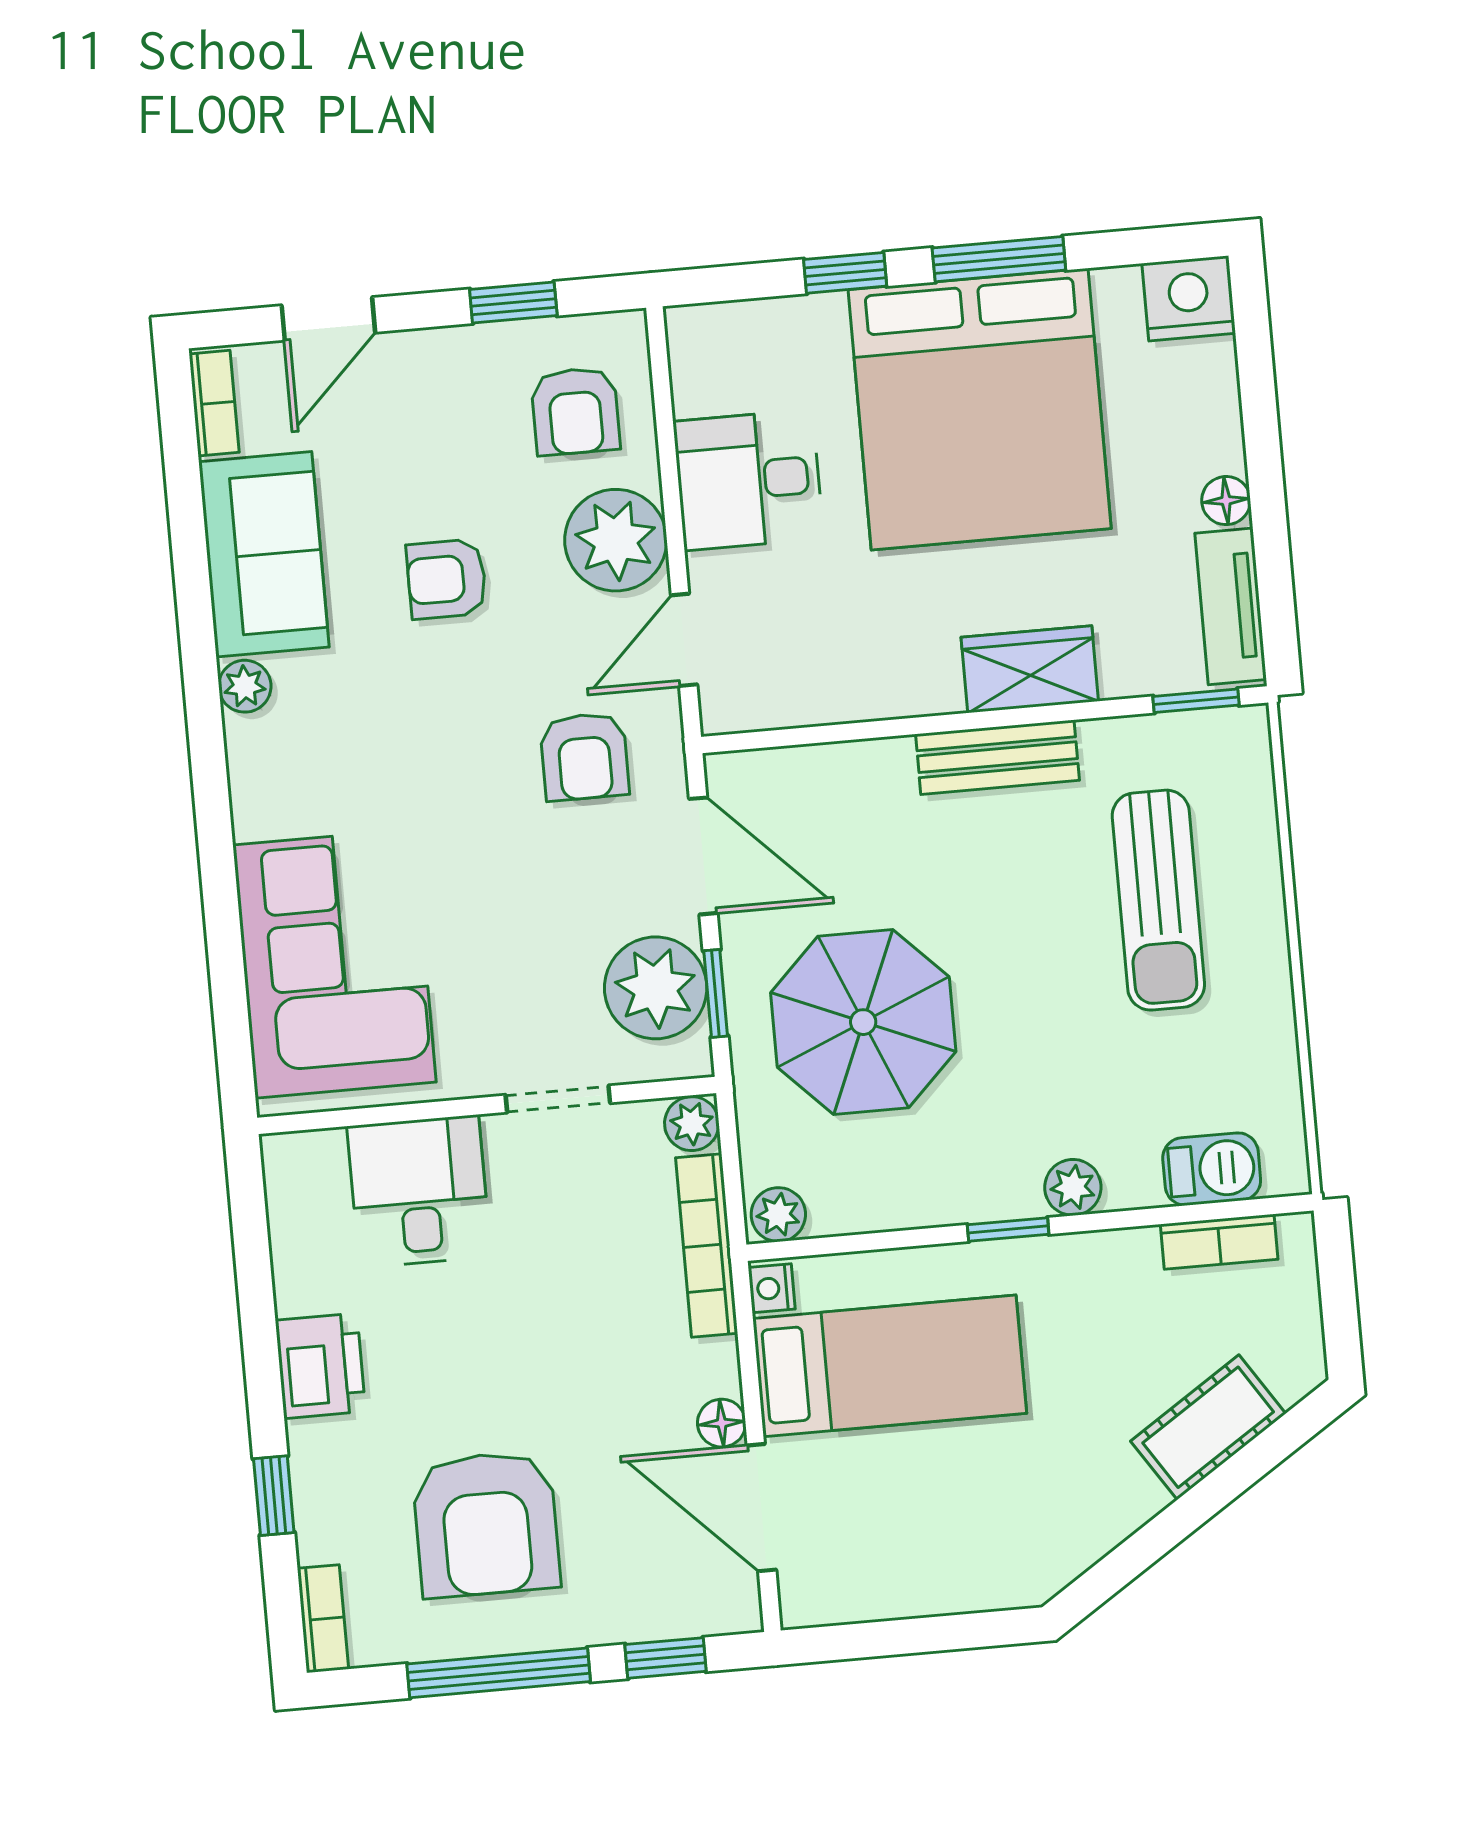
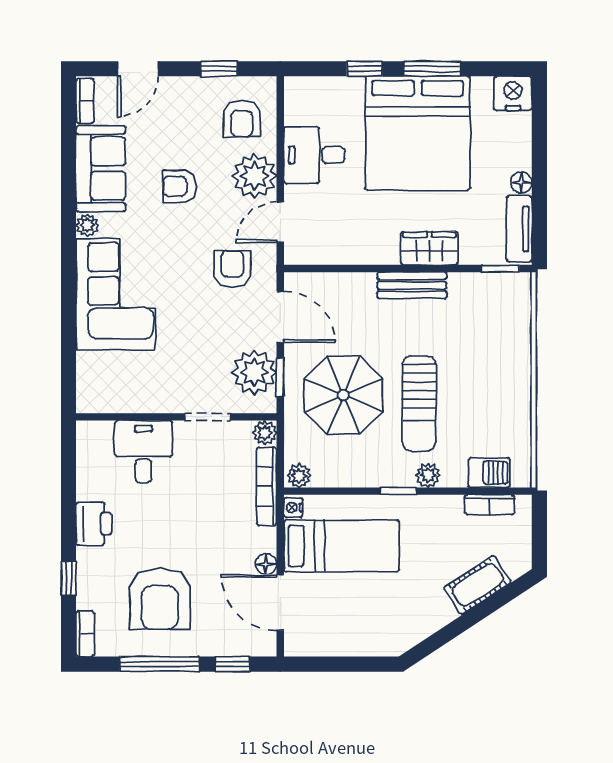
armchair: (584, 757) -> (232, 269), turned 180
sun lounger: (1158, 900) -> (419, 403), moved
corner sofa: (334, 964) -> (116, 295), moved

